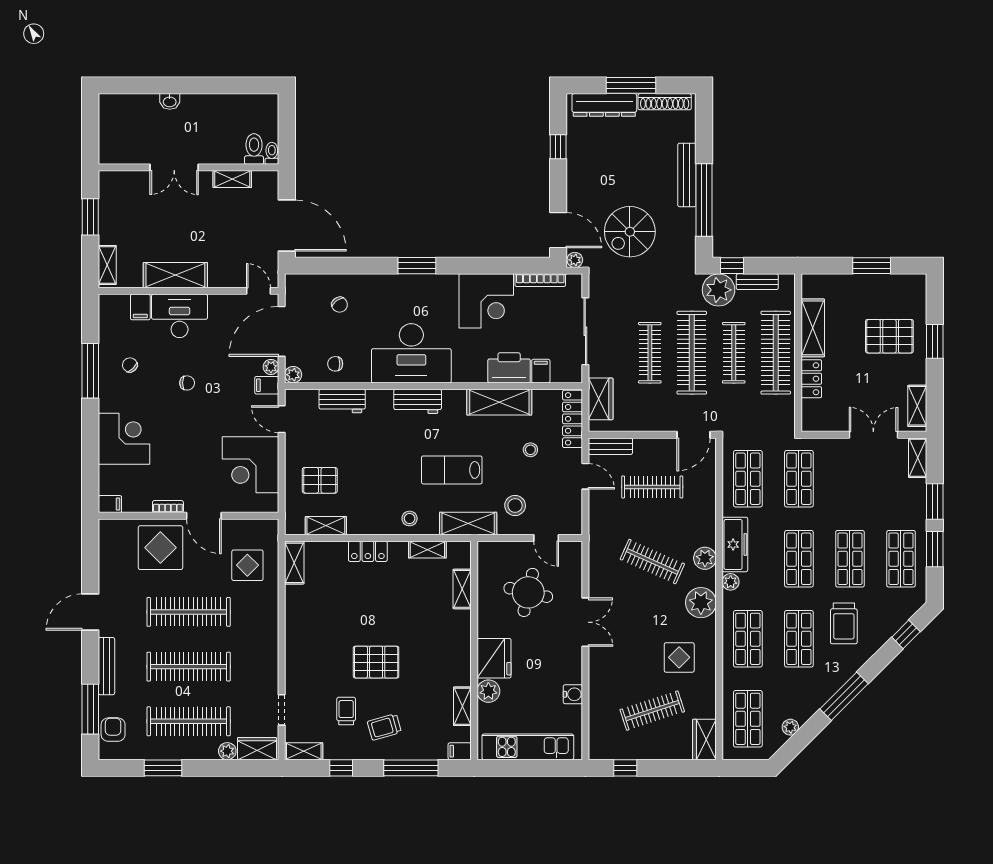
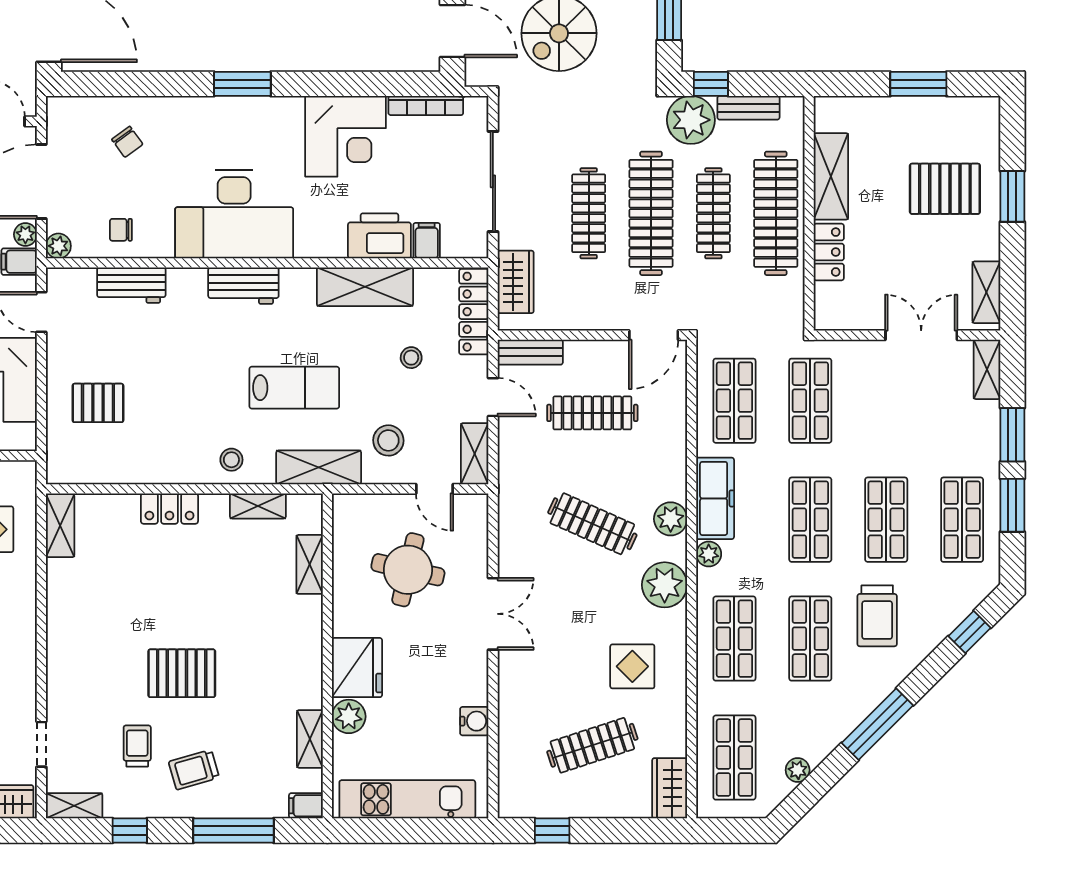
plant: (575, 260) -> (477, 75), removed
lab bench: (452, 470) -> (294, 388), turned 180
shelving: (326, 526) -> (475, 454), moved, turned 90

